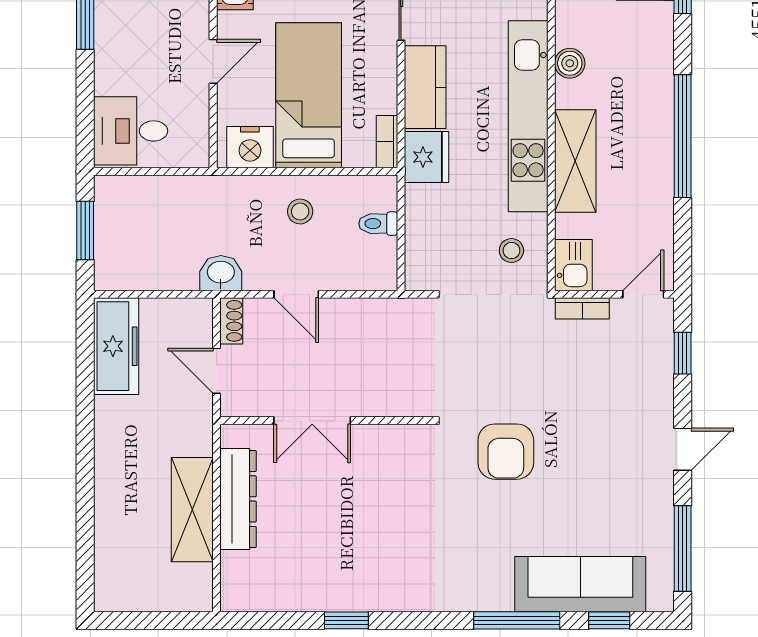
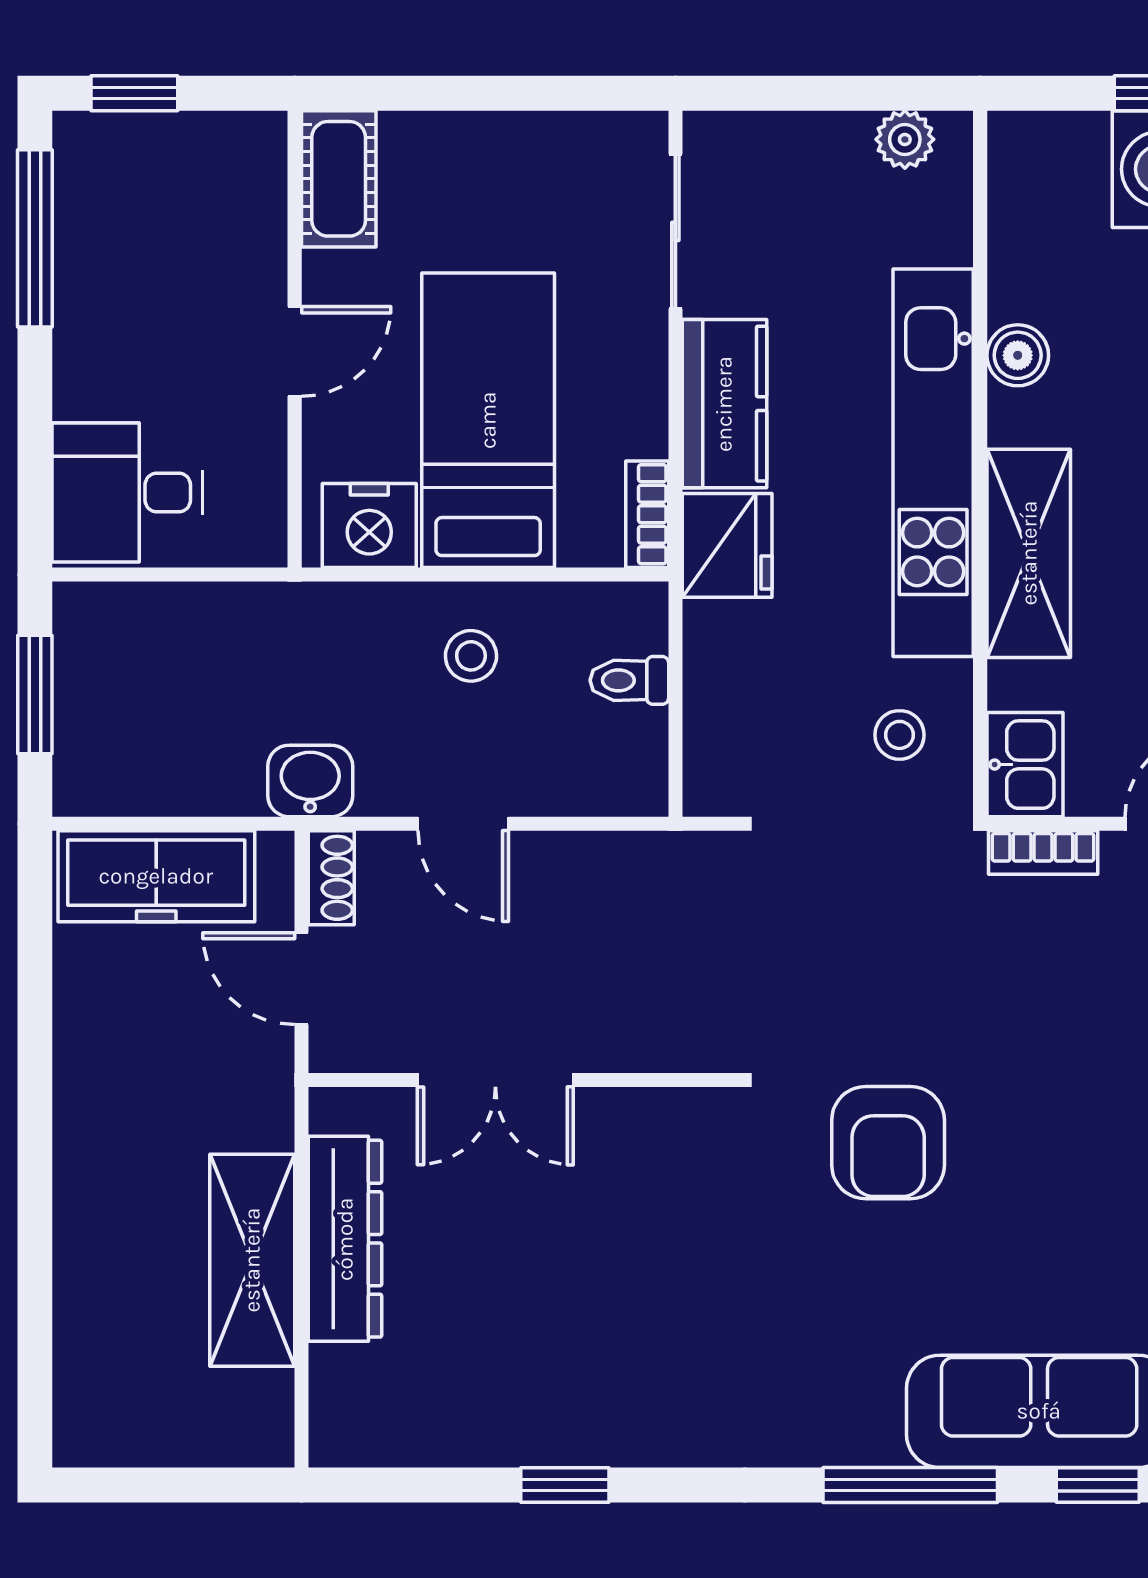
freezer: (116, 346) -> (156, 876), moved, turned 90

